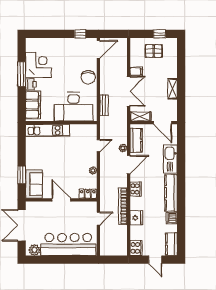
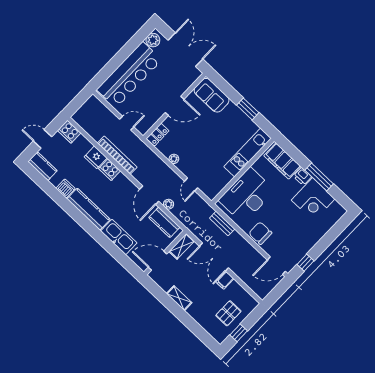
door: (98, 49) -> (276, 266), hinge flipped
window: (22, 175) -> (248, 109), moved
cooker: (136, 189) -> (110, 170), moved
door: (98, 219) -> (127, 123), swing flipped

